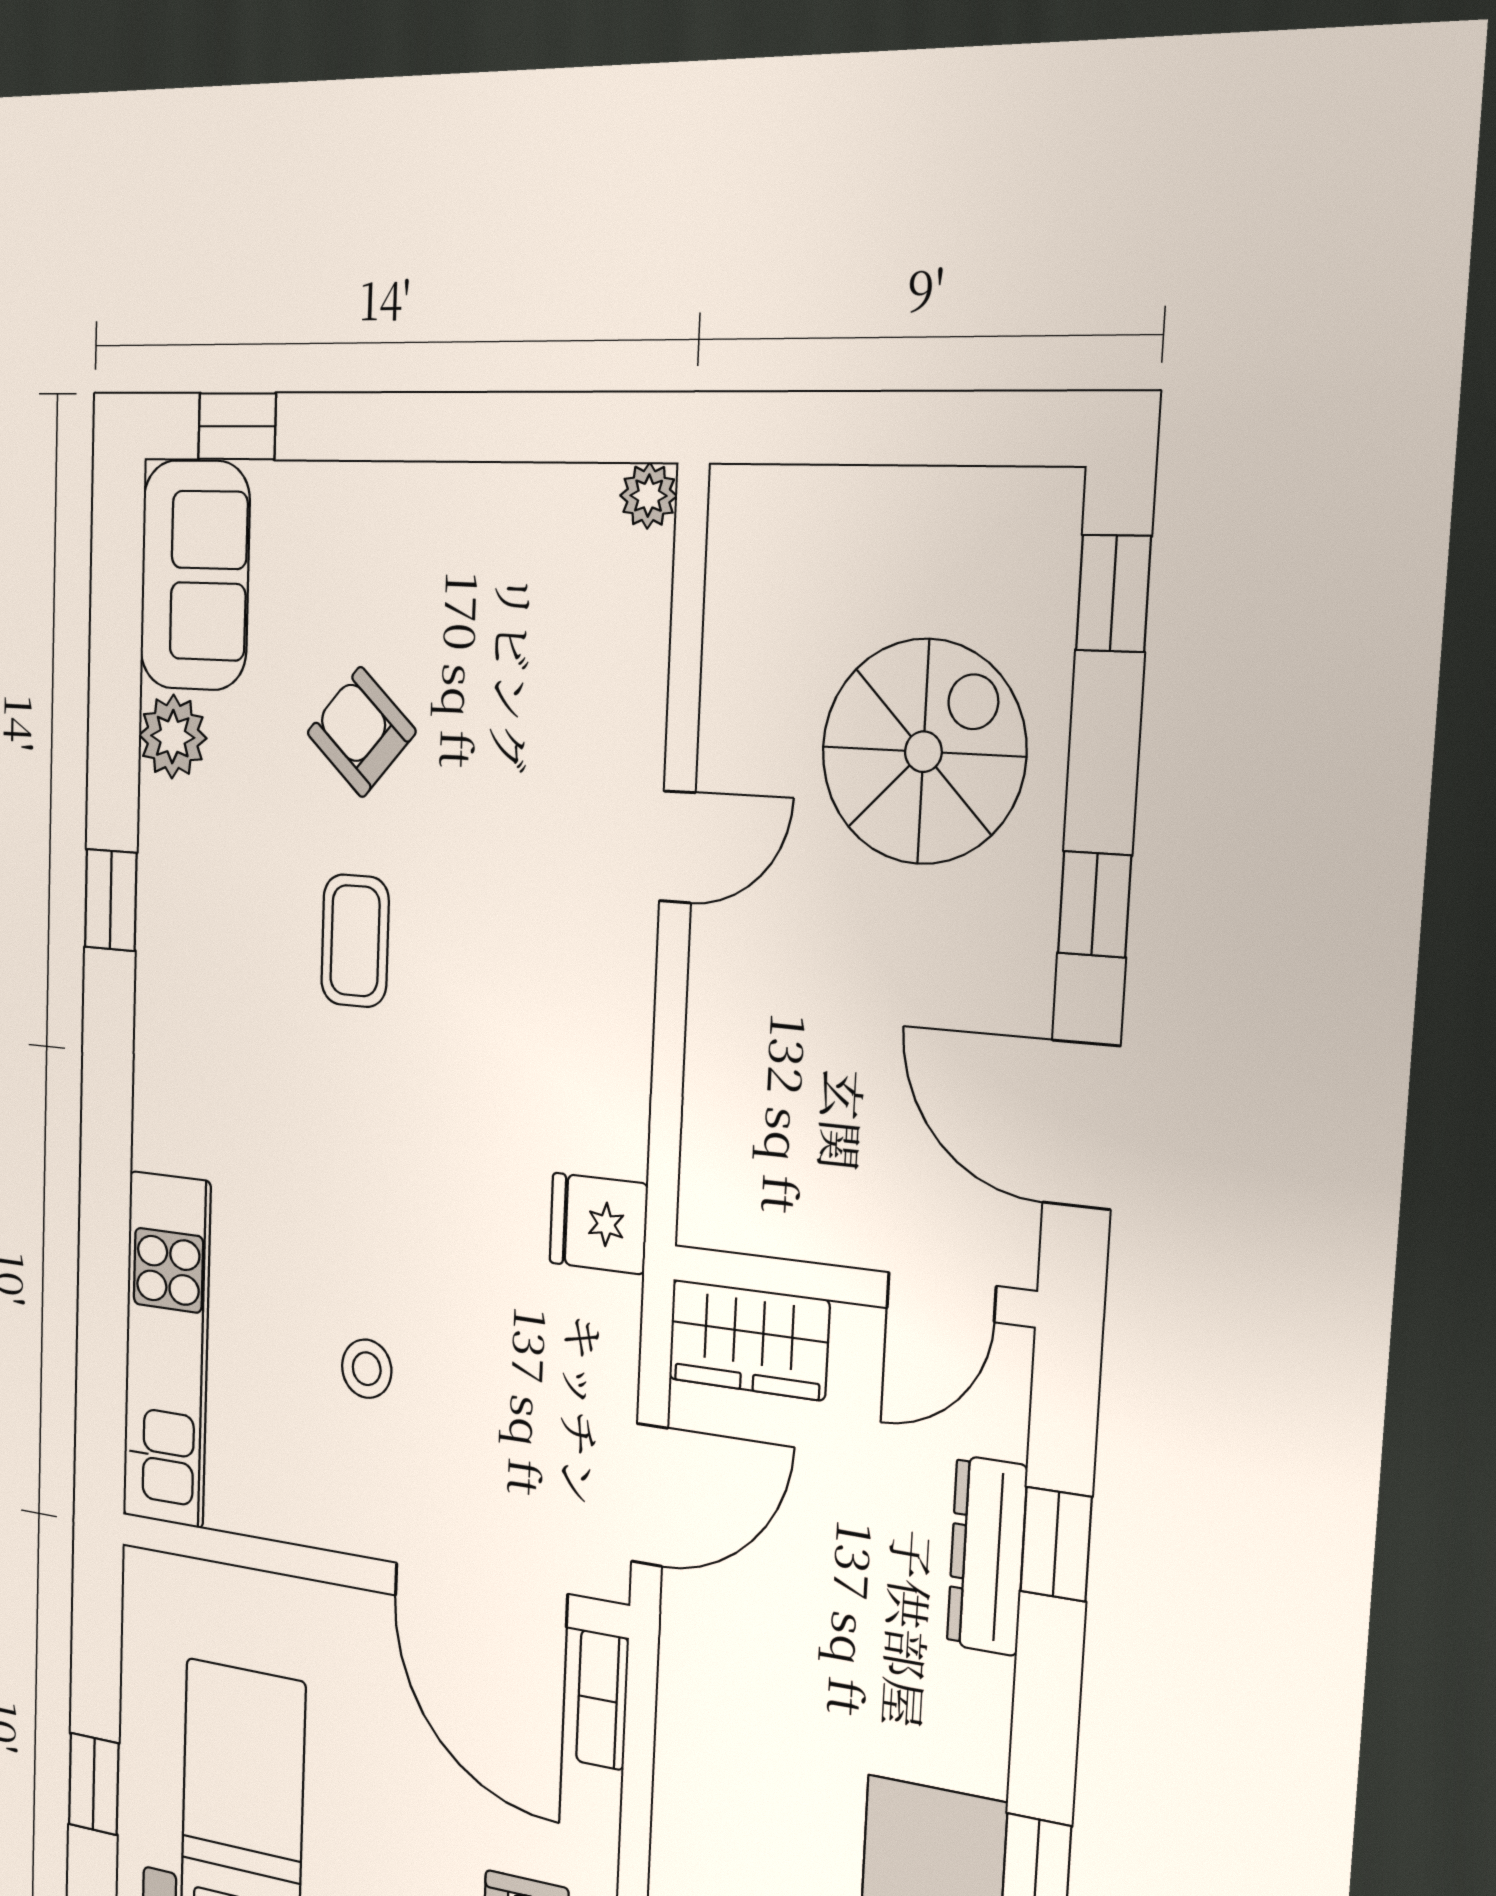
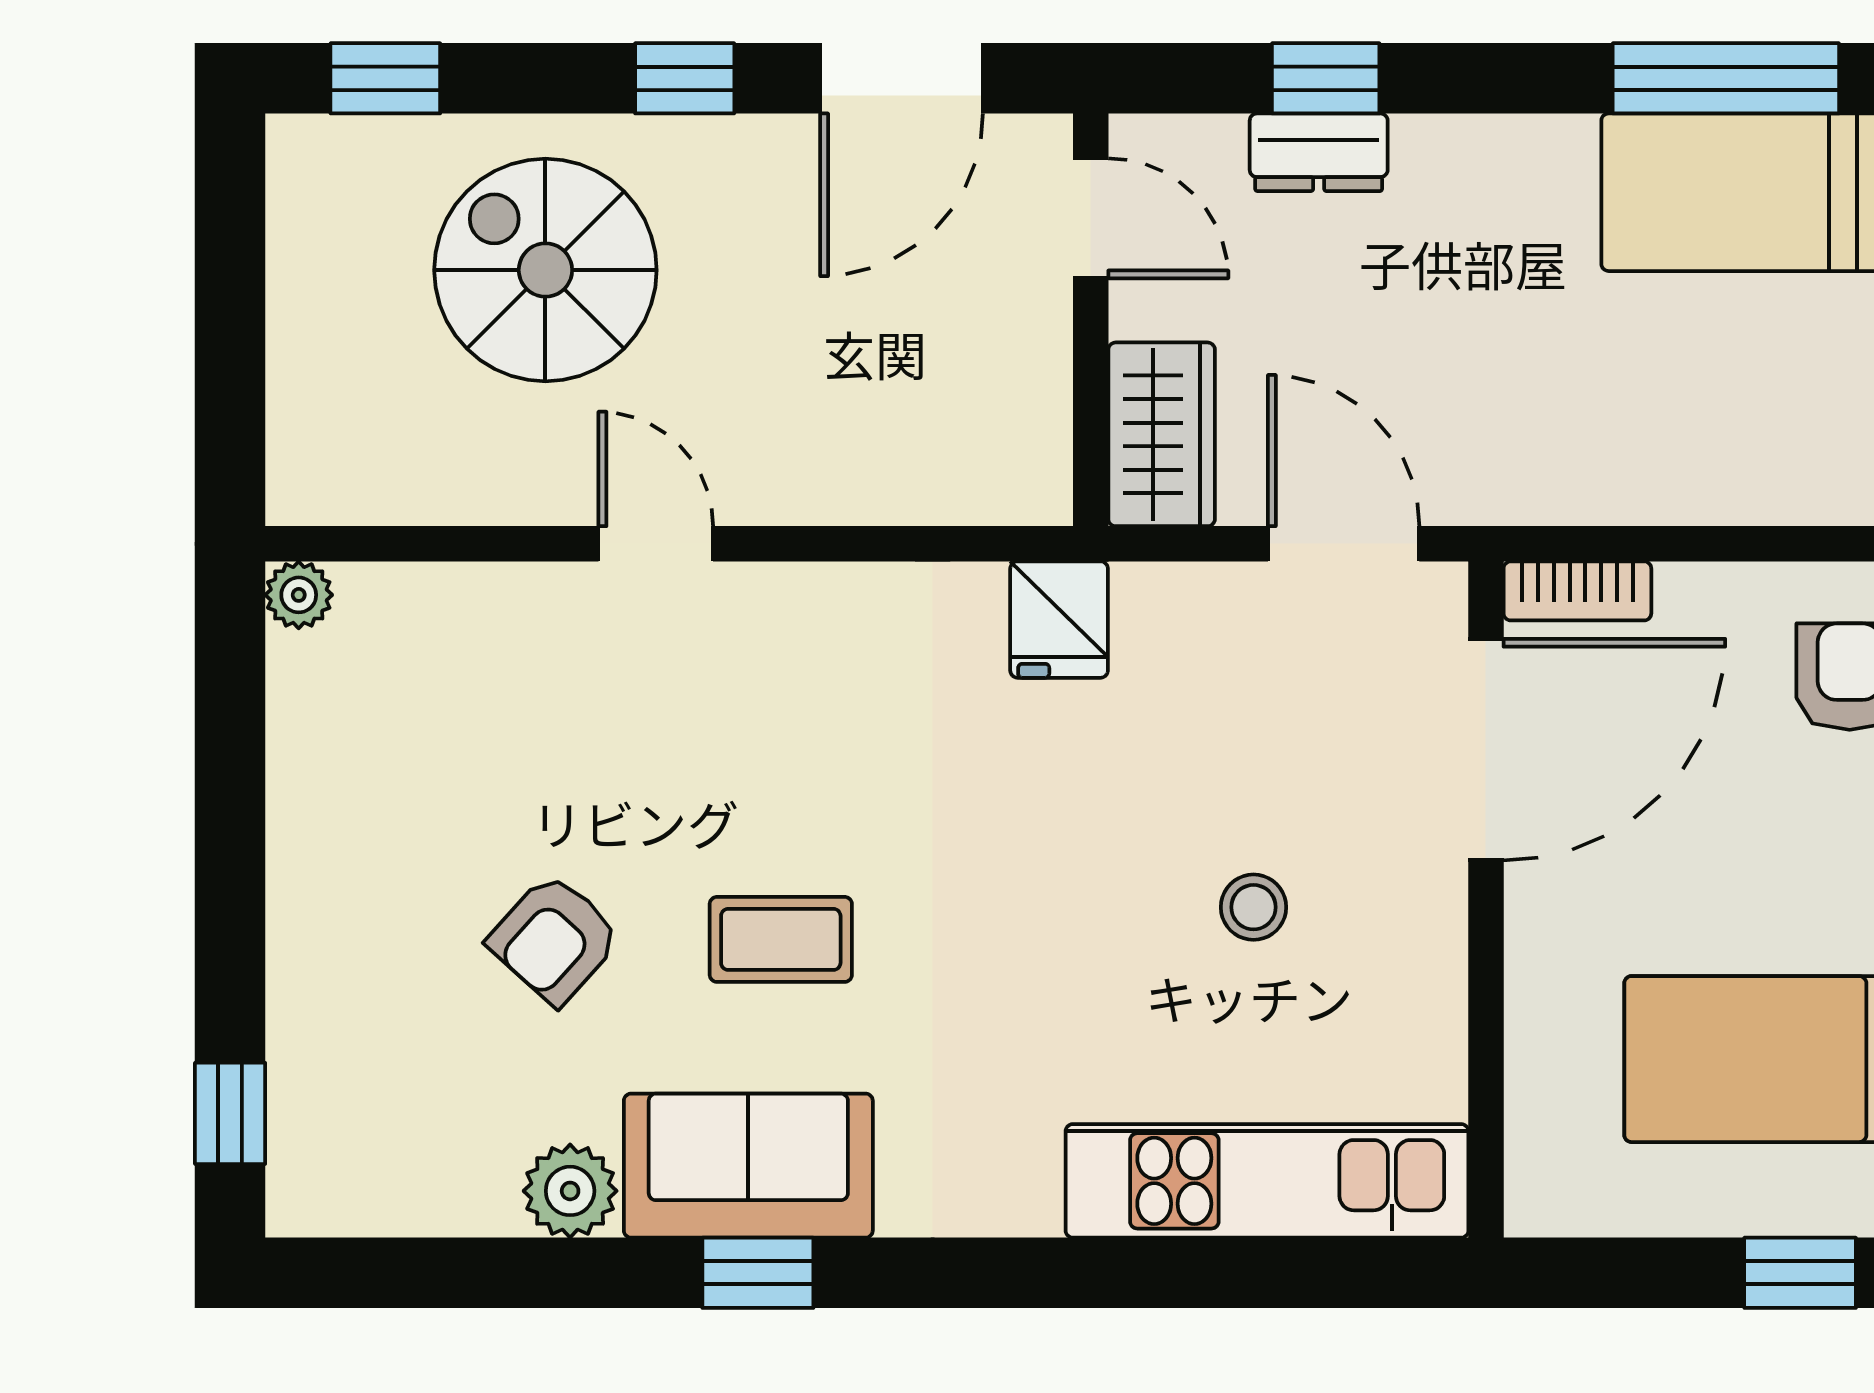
sofa: (195, 575) -> (748, 1166), moved
dresser: (987, 1555) -> (1319, 152), width x0.70

